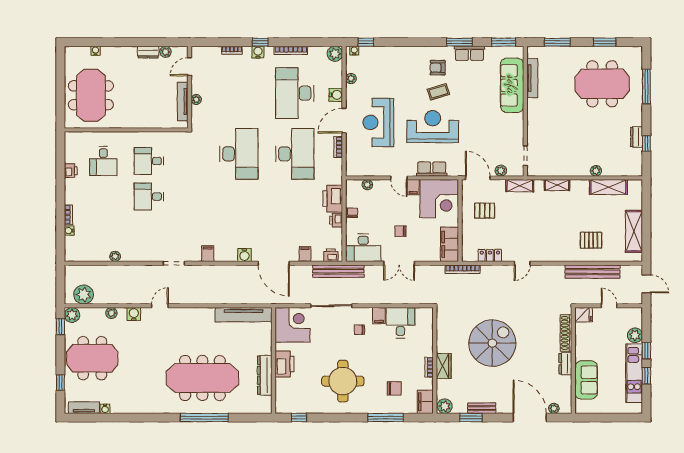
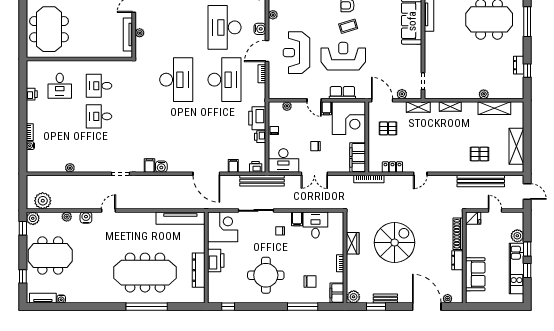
water cooler: (244, 255) -> (161, 167), moved
wardrobe: (444, 366) -> (353, 243), moved

